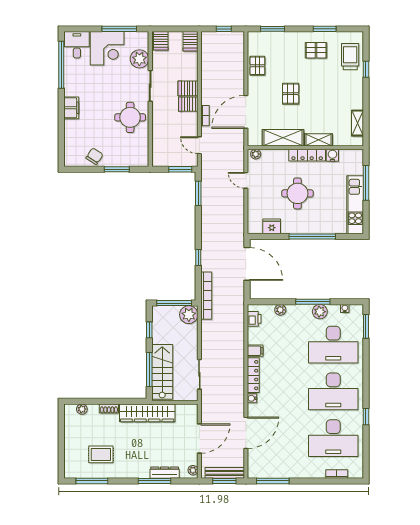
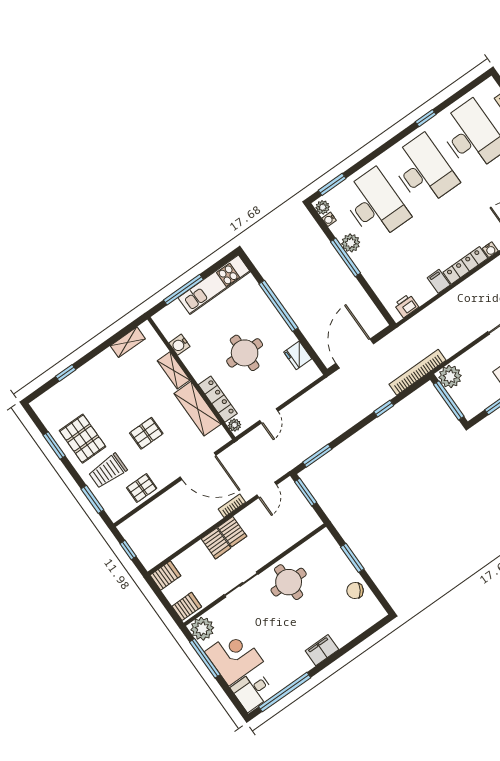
pallet: (316, 50) -> (83, 439), width x1.50, depth x1.42
trolley: (350, 57) -> (108, 471), moved
plant: (139, 59) -> (202, 629), moved
locker: (307, 155) -> (218, 399), moved
plant: (280, 310) -> (323, 207), moved

